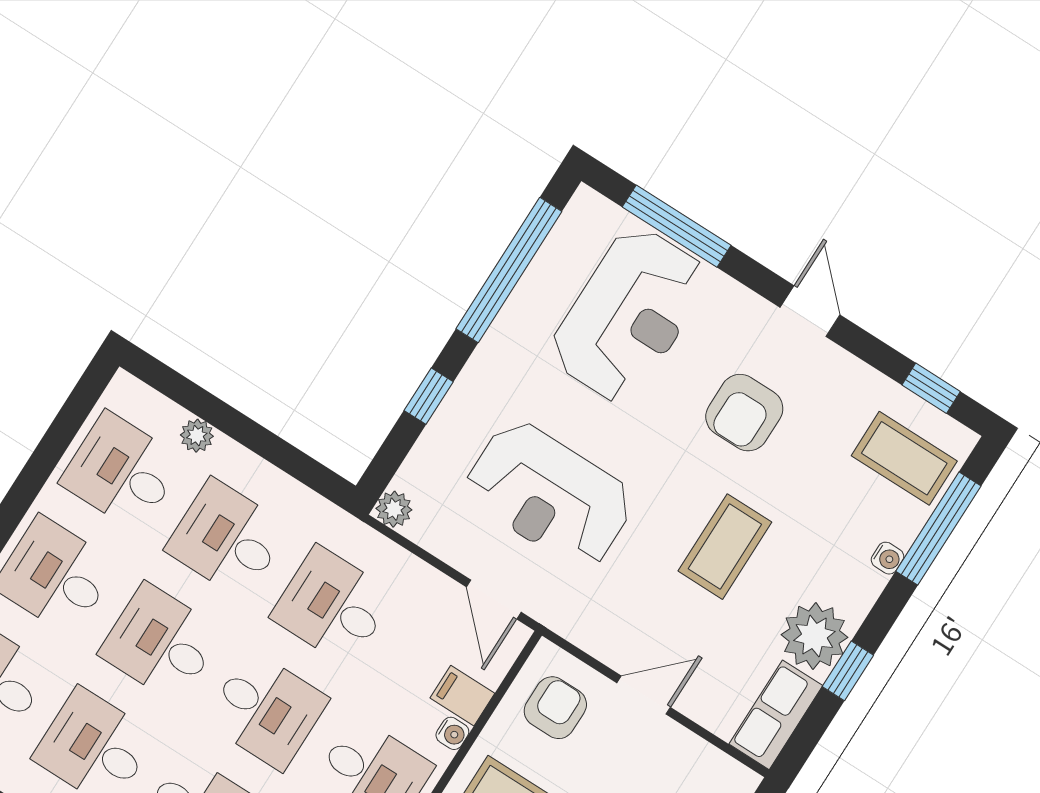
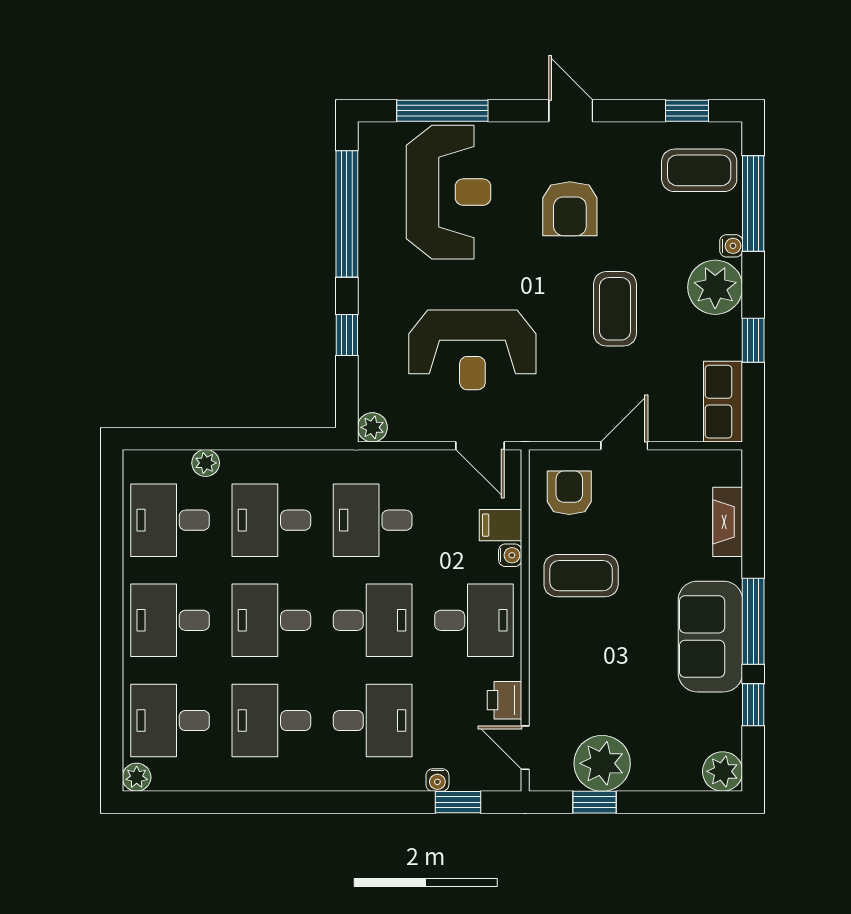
plant: (814, 636) -> (715, 287), moved

